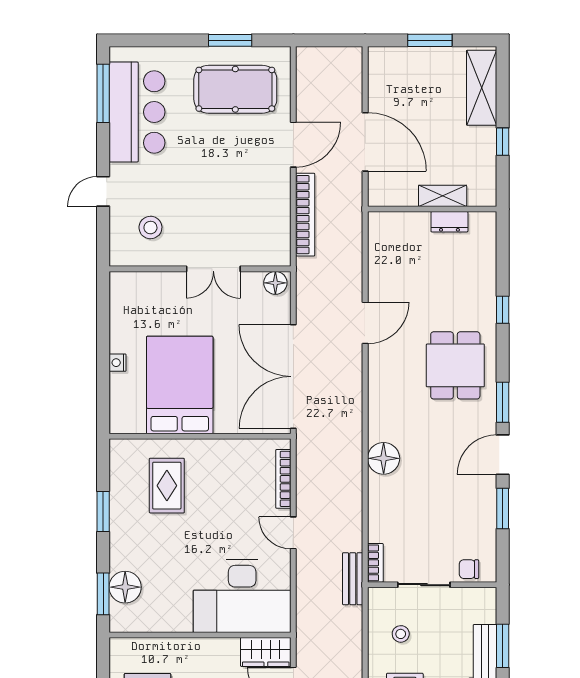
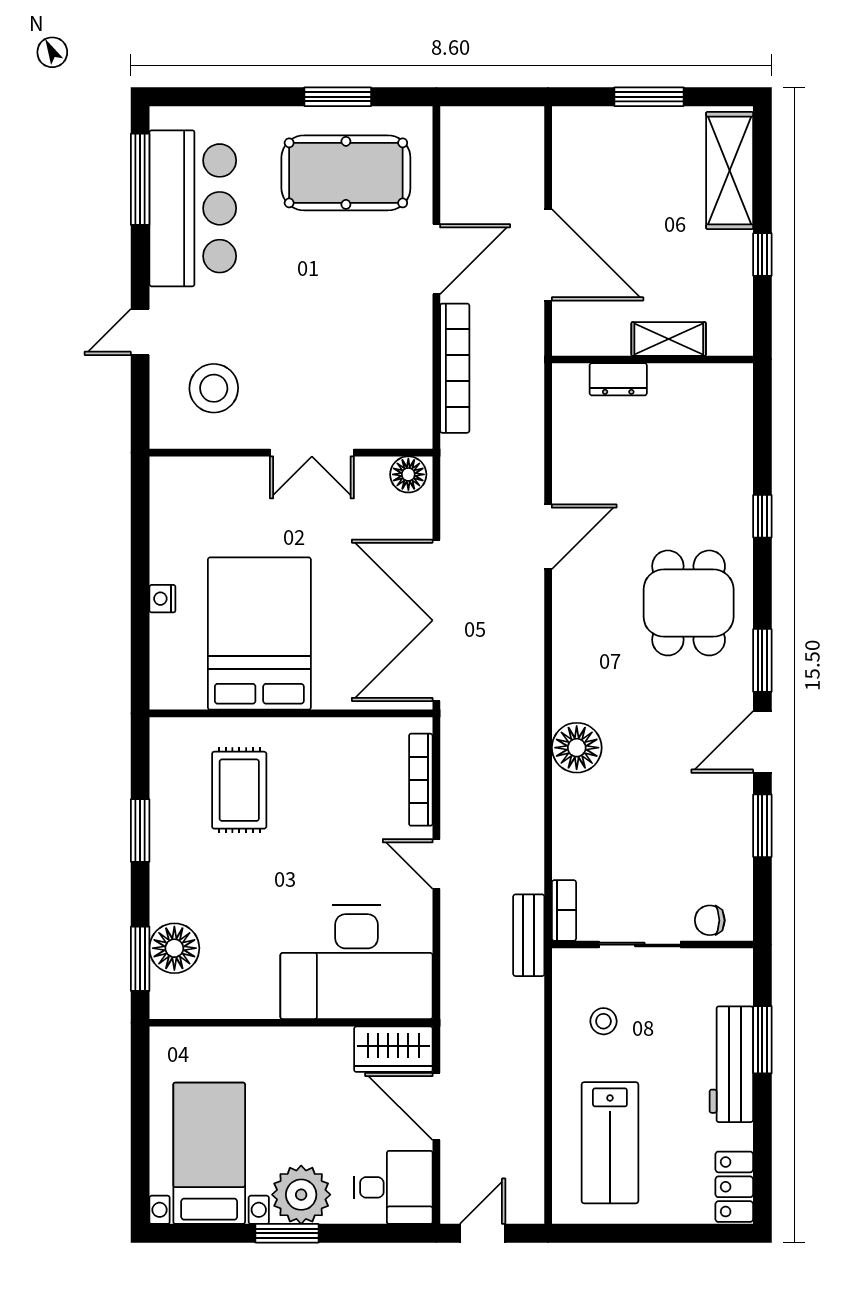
dresser: (449, 222) -> (618, 379), moved
stool: (150, 228) -> (214, 388), width x1.38, depth x1.38

